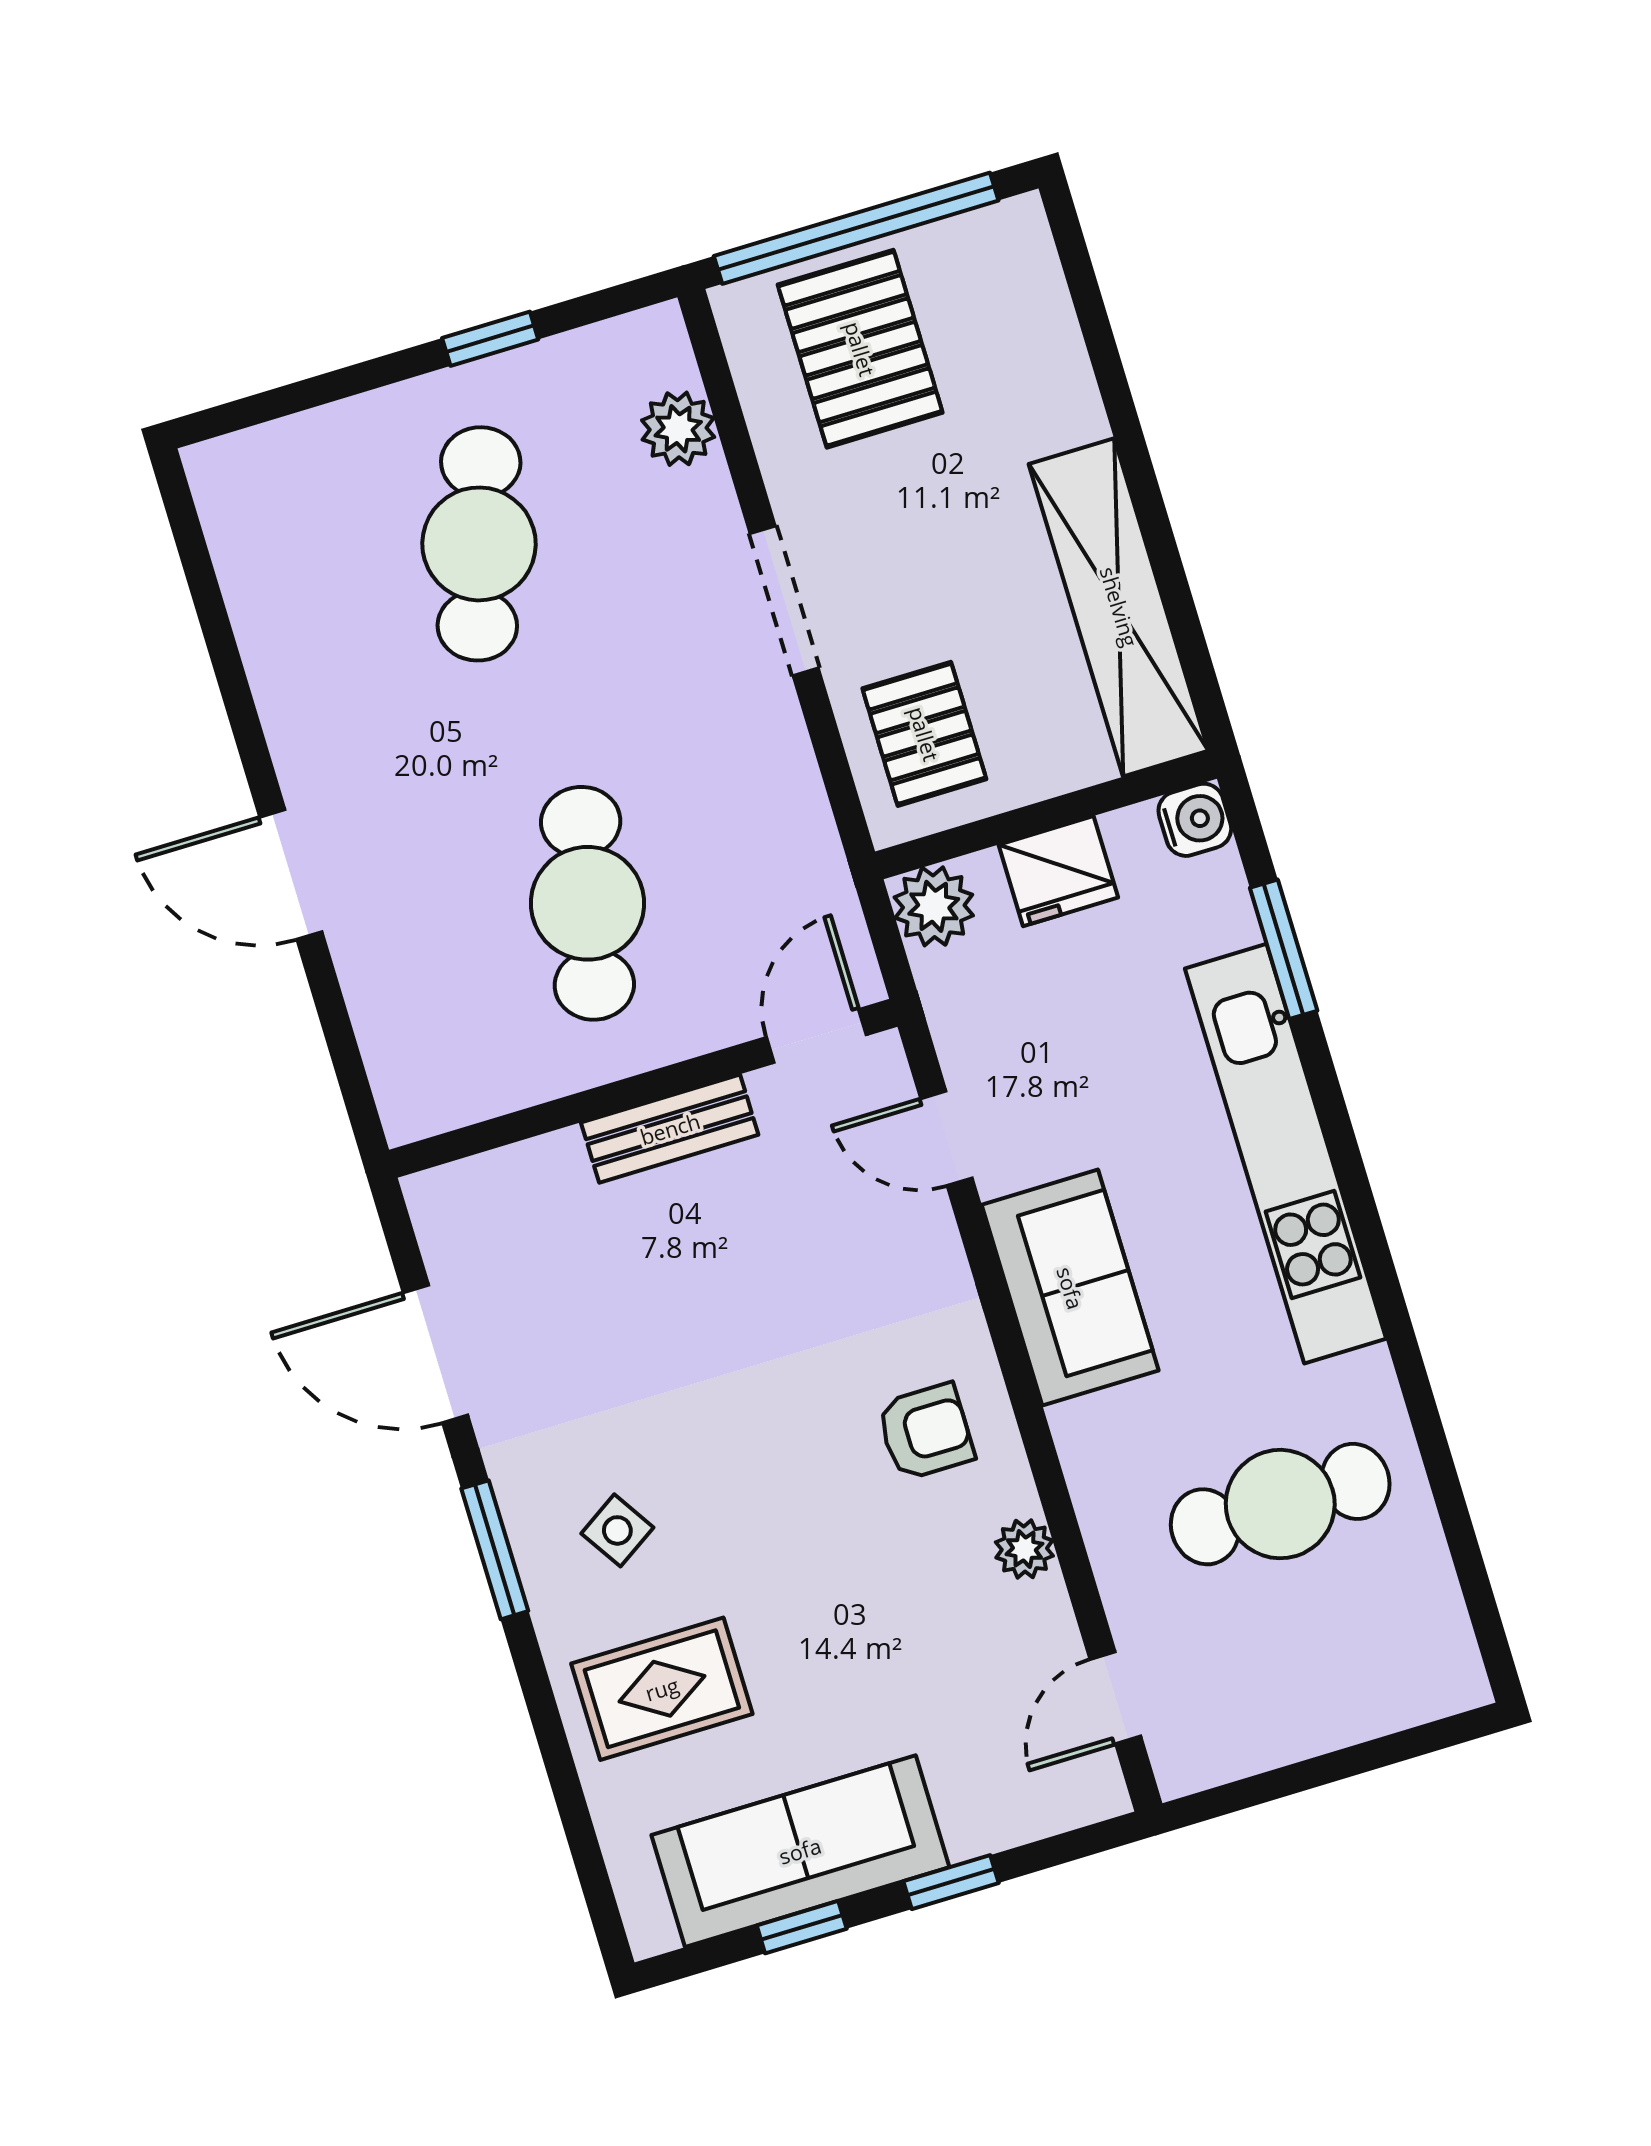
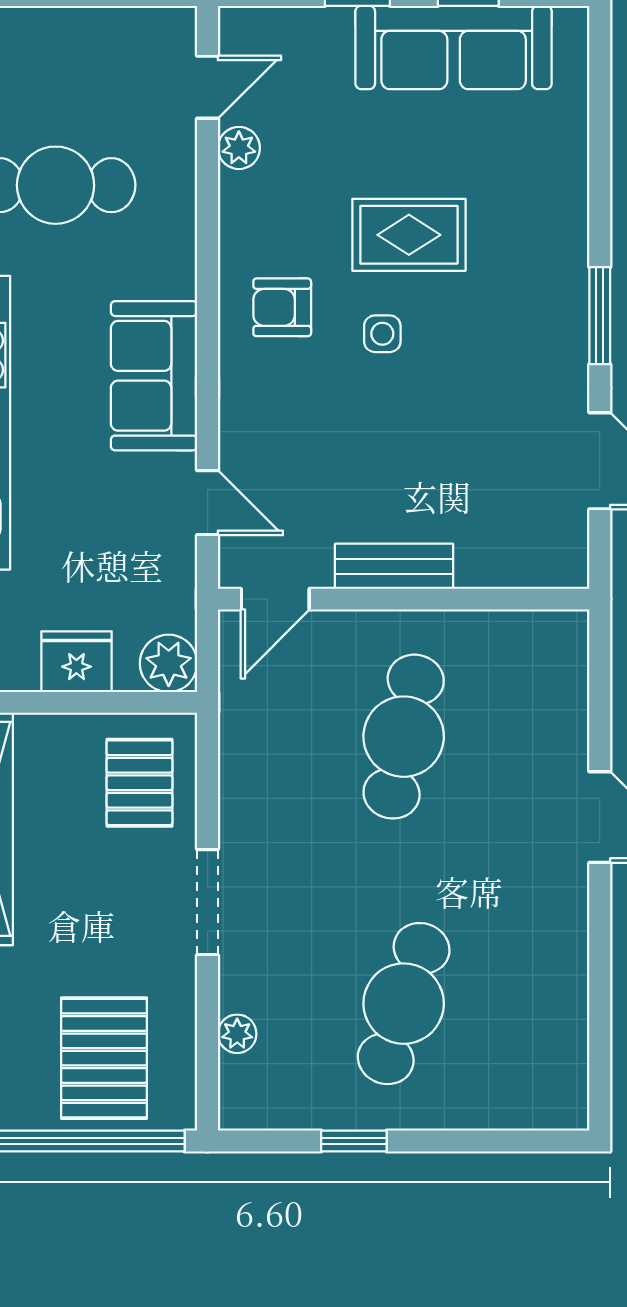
plant: (678, 429) -> (237, 1034), width x0.73, depth x0.73
side table: (617, 1530) -> (382, 334), moved, turned 33
plant: (1024, 1549) -> (239, 148), moved
rug: (662, 1689) -> (409, 235), moved

